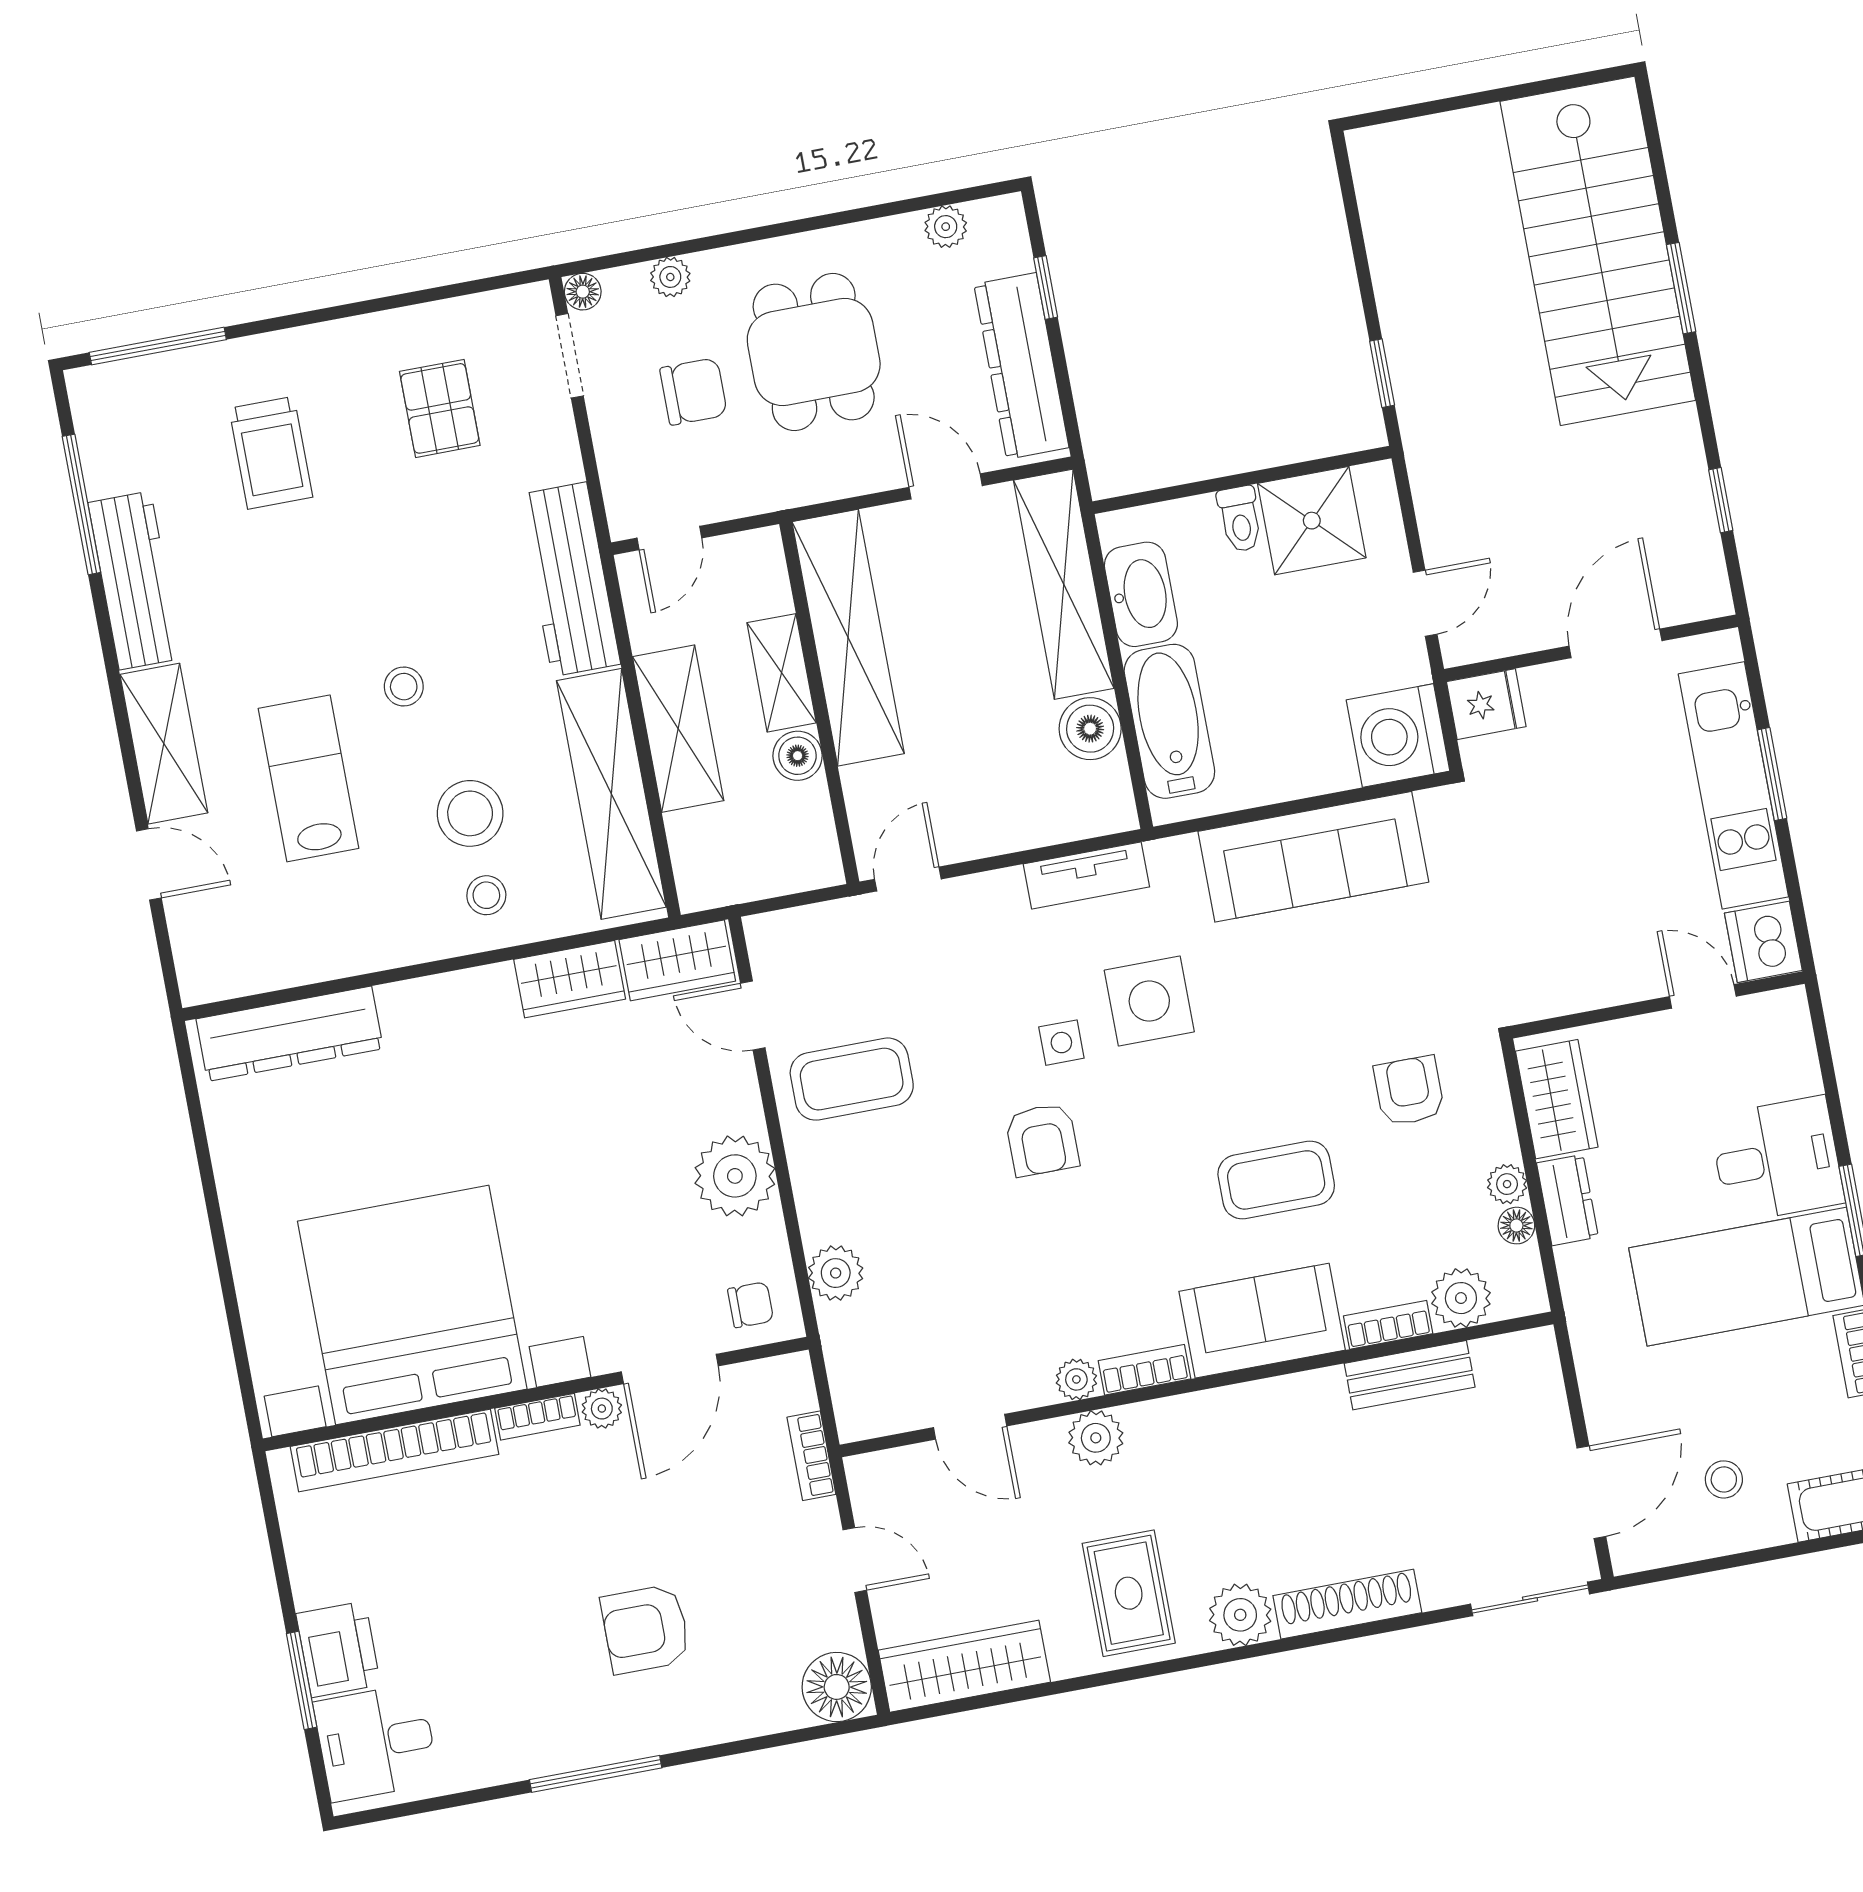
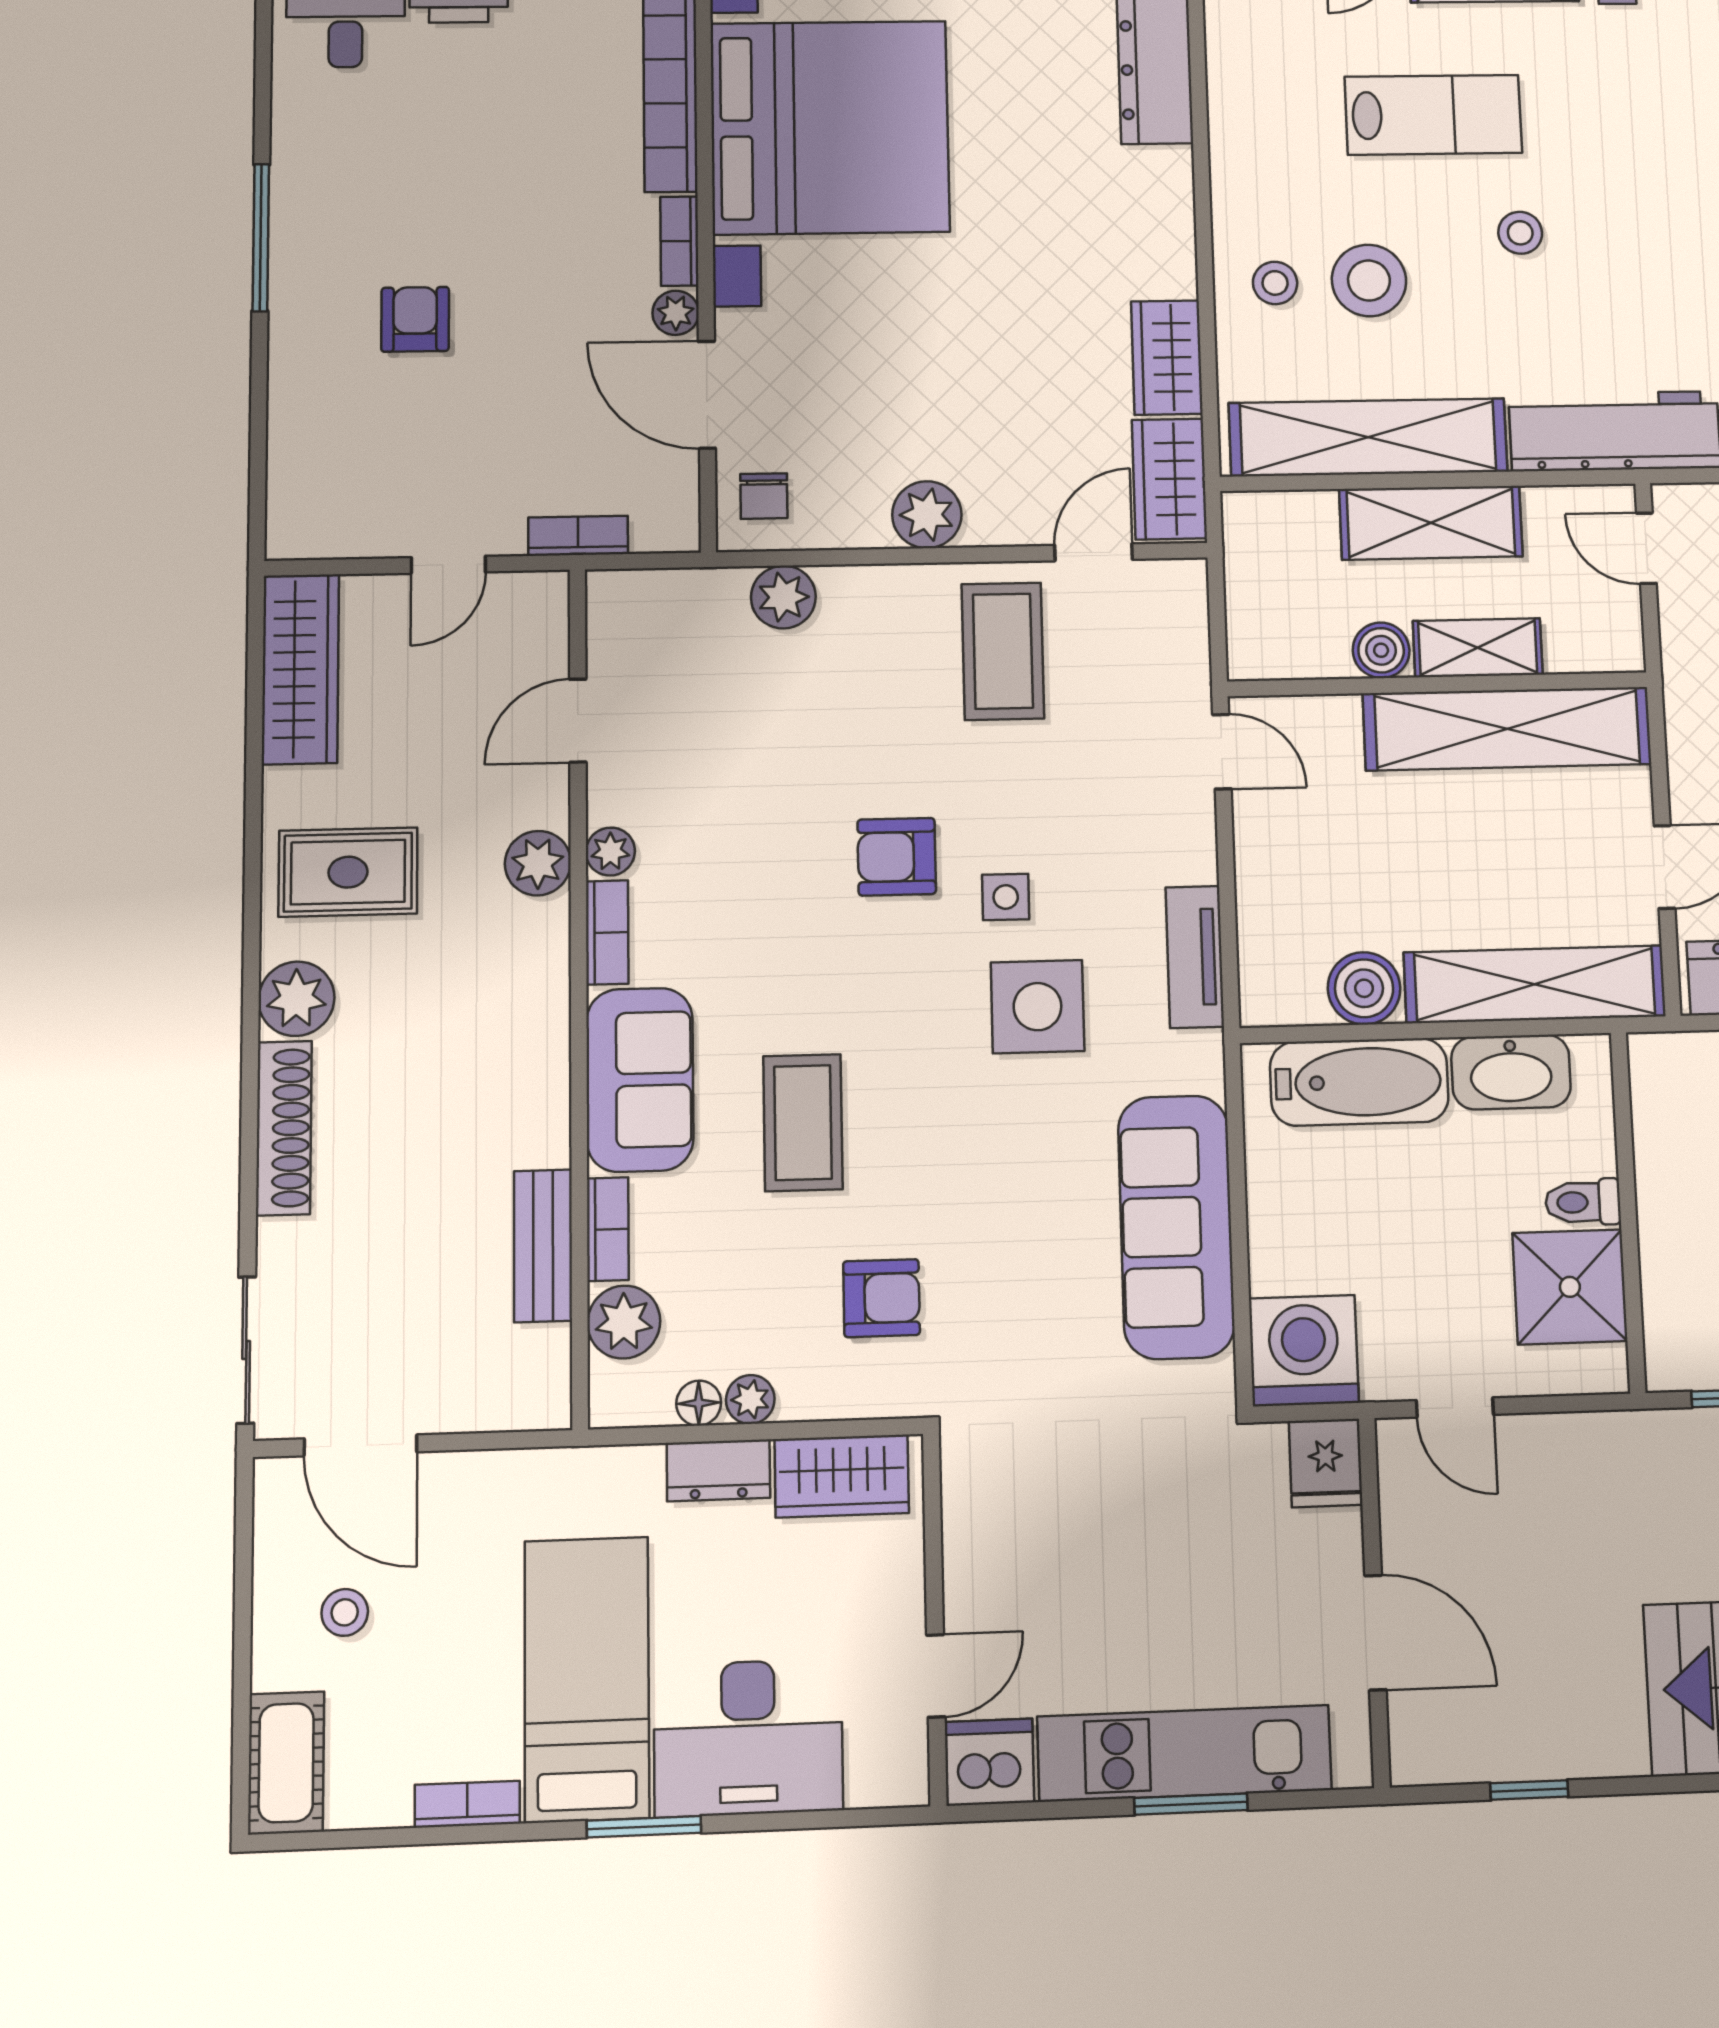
desk: (1777, 1159) -> (748, 1738), width x1.37
plant: (735, 1176) -> (927, 515), width x0.73, depth x0.73
armchair: (645, 1629) -> (415, 319), width x0.72, depth x0.72
floor lamp: (837, 1687) -> (306, 521), removed

